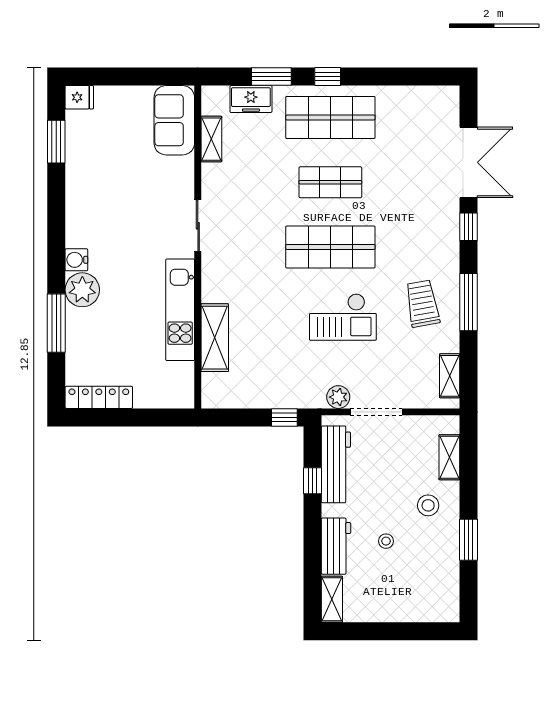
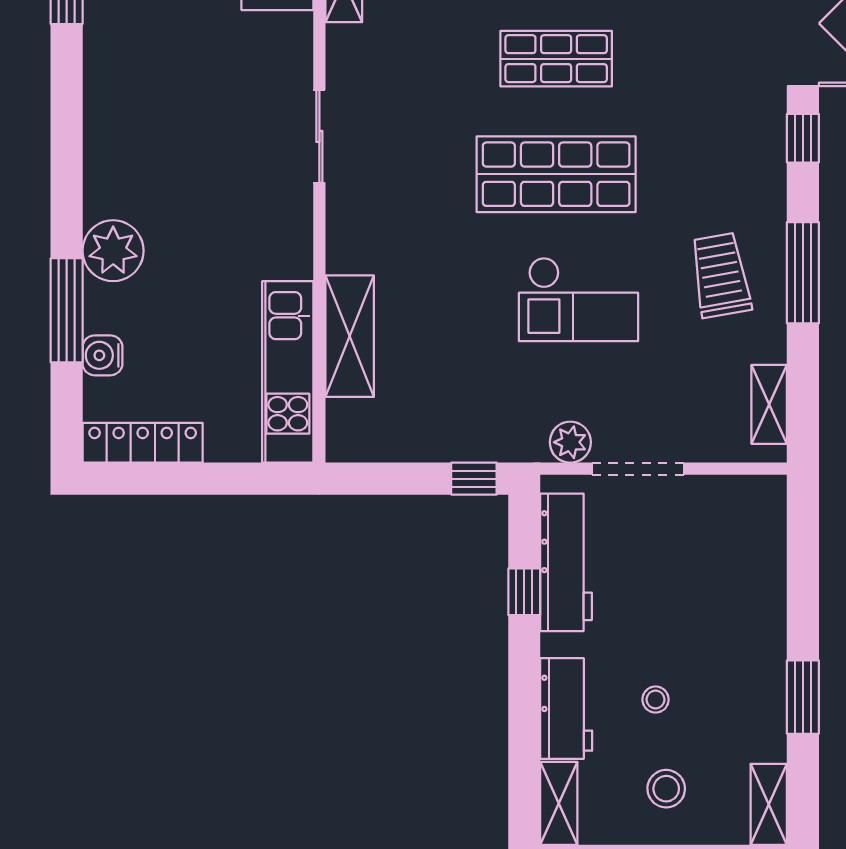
water cooler: (76, 260) -> (102, 355), moved
kitchen unit: (180, 310) -> (288, 372), moved
shelving: (449, 457) -> (769, 804), moved
stool: (428, 505) -> (666, 789), moved

